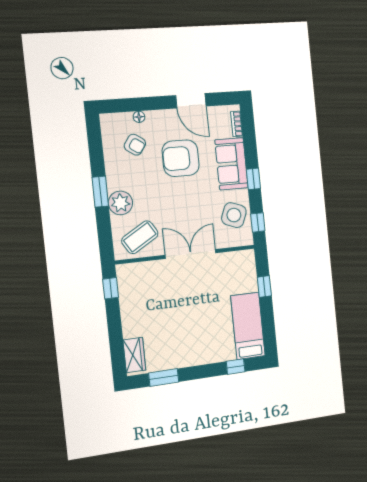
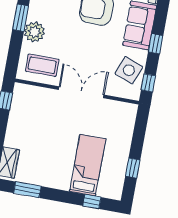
coffee table: (140, 237) -> (42, 65), turned 31
window: (264, 287) -> (133, 168), moved
bed: (248, 326) -> (88, 165), moved

